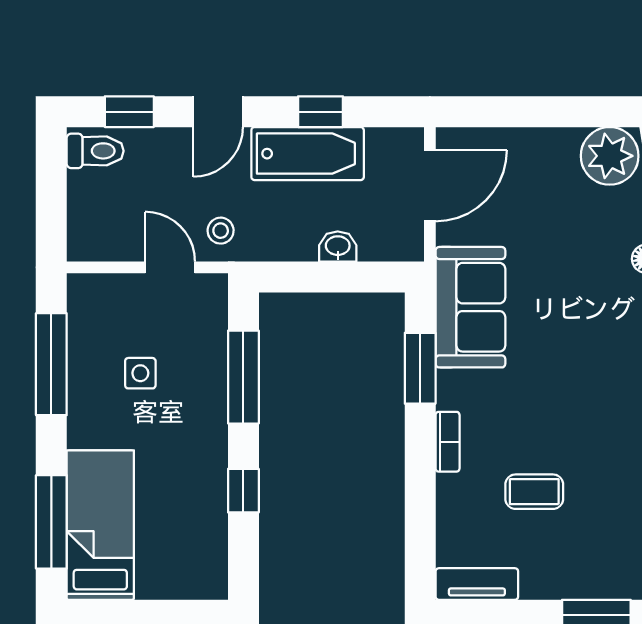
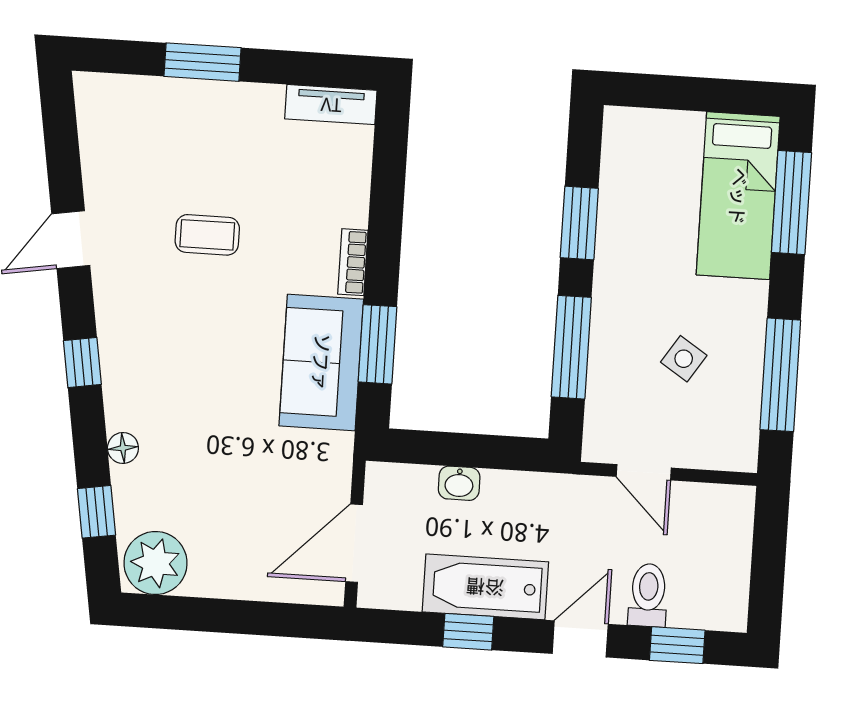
toilet: (95, 151) -> (648, 595), moved, turned 90
stool: (221, 231) -> (586, 509), removed
sofa: (470, 307) -> (321, 362), moved
side table: (140, 373) -> (684, 359), turned 33
window: (243, 491) -> (579, 223), width x1.50
coffee table: (534, 492) -> (207, 235), moved

